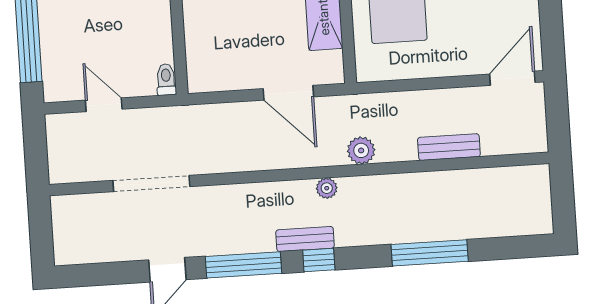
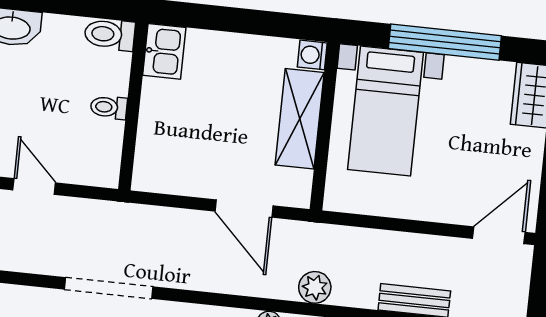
toilet: (166, 80) -> (109, 107), moved, turned -90
doorway: (151, 183) -> (109, 288), moved

